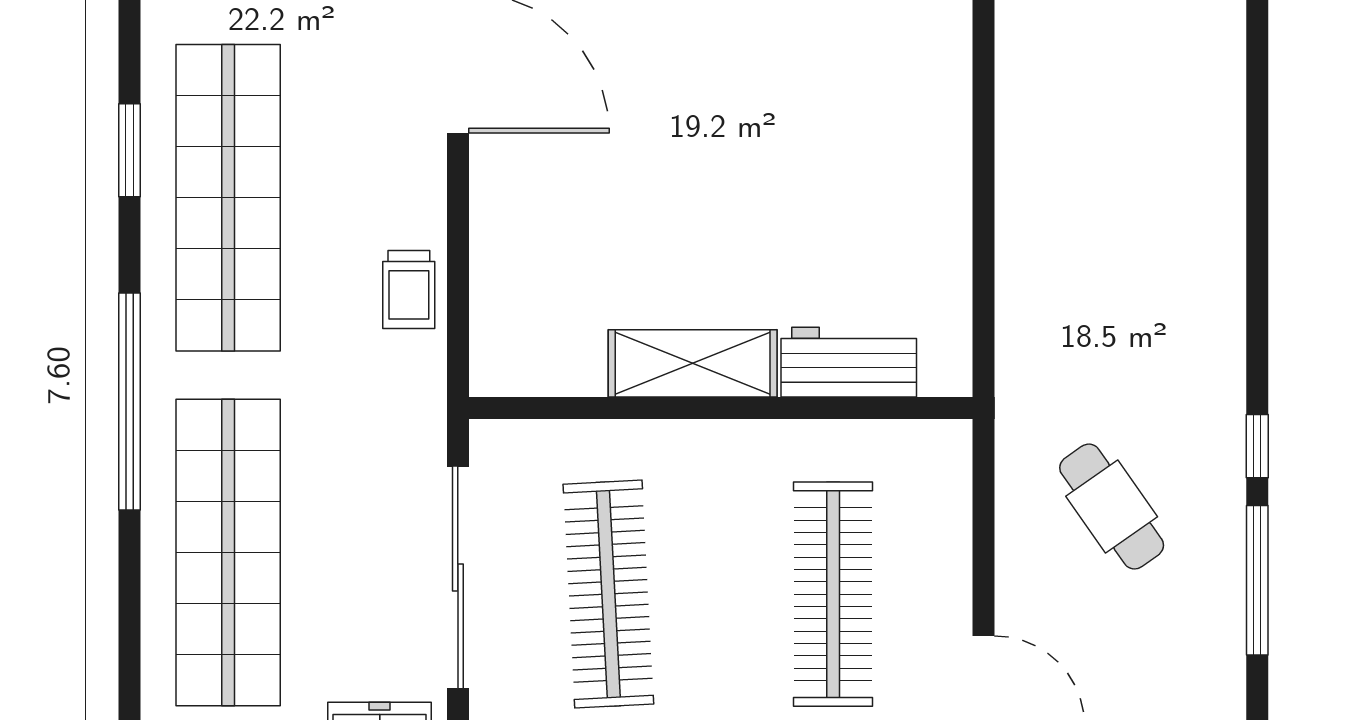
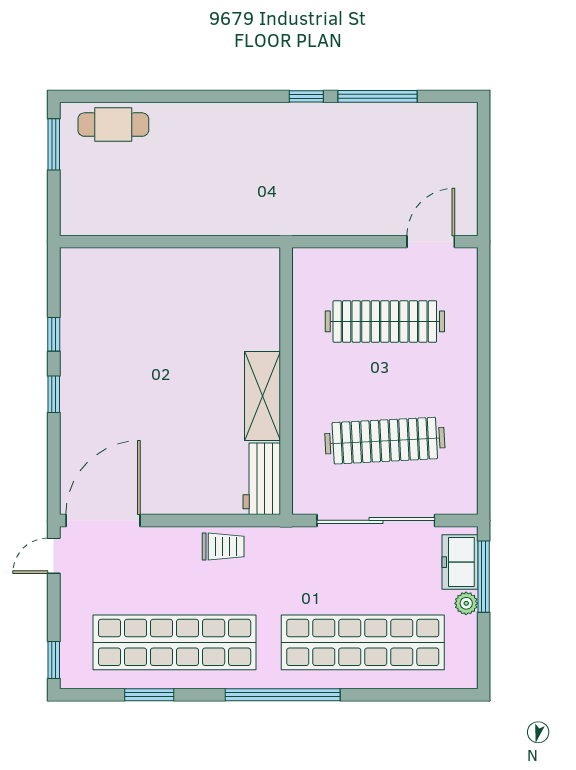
workbench: (849, 362) -> (262, 479), moved
cafe table: (1112, 507) -> (113, 125), moved, turned 35

